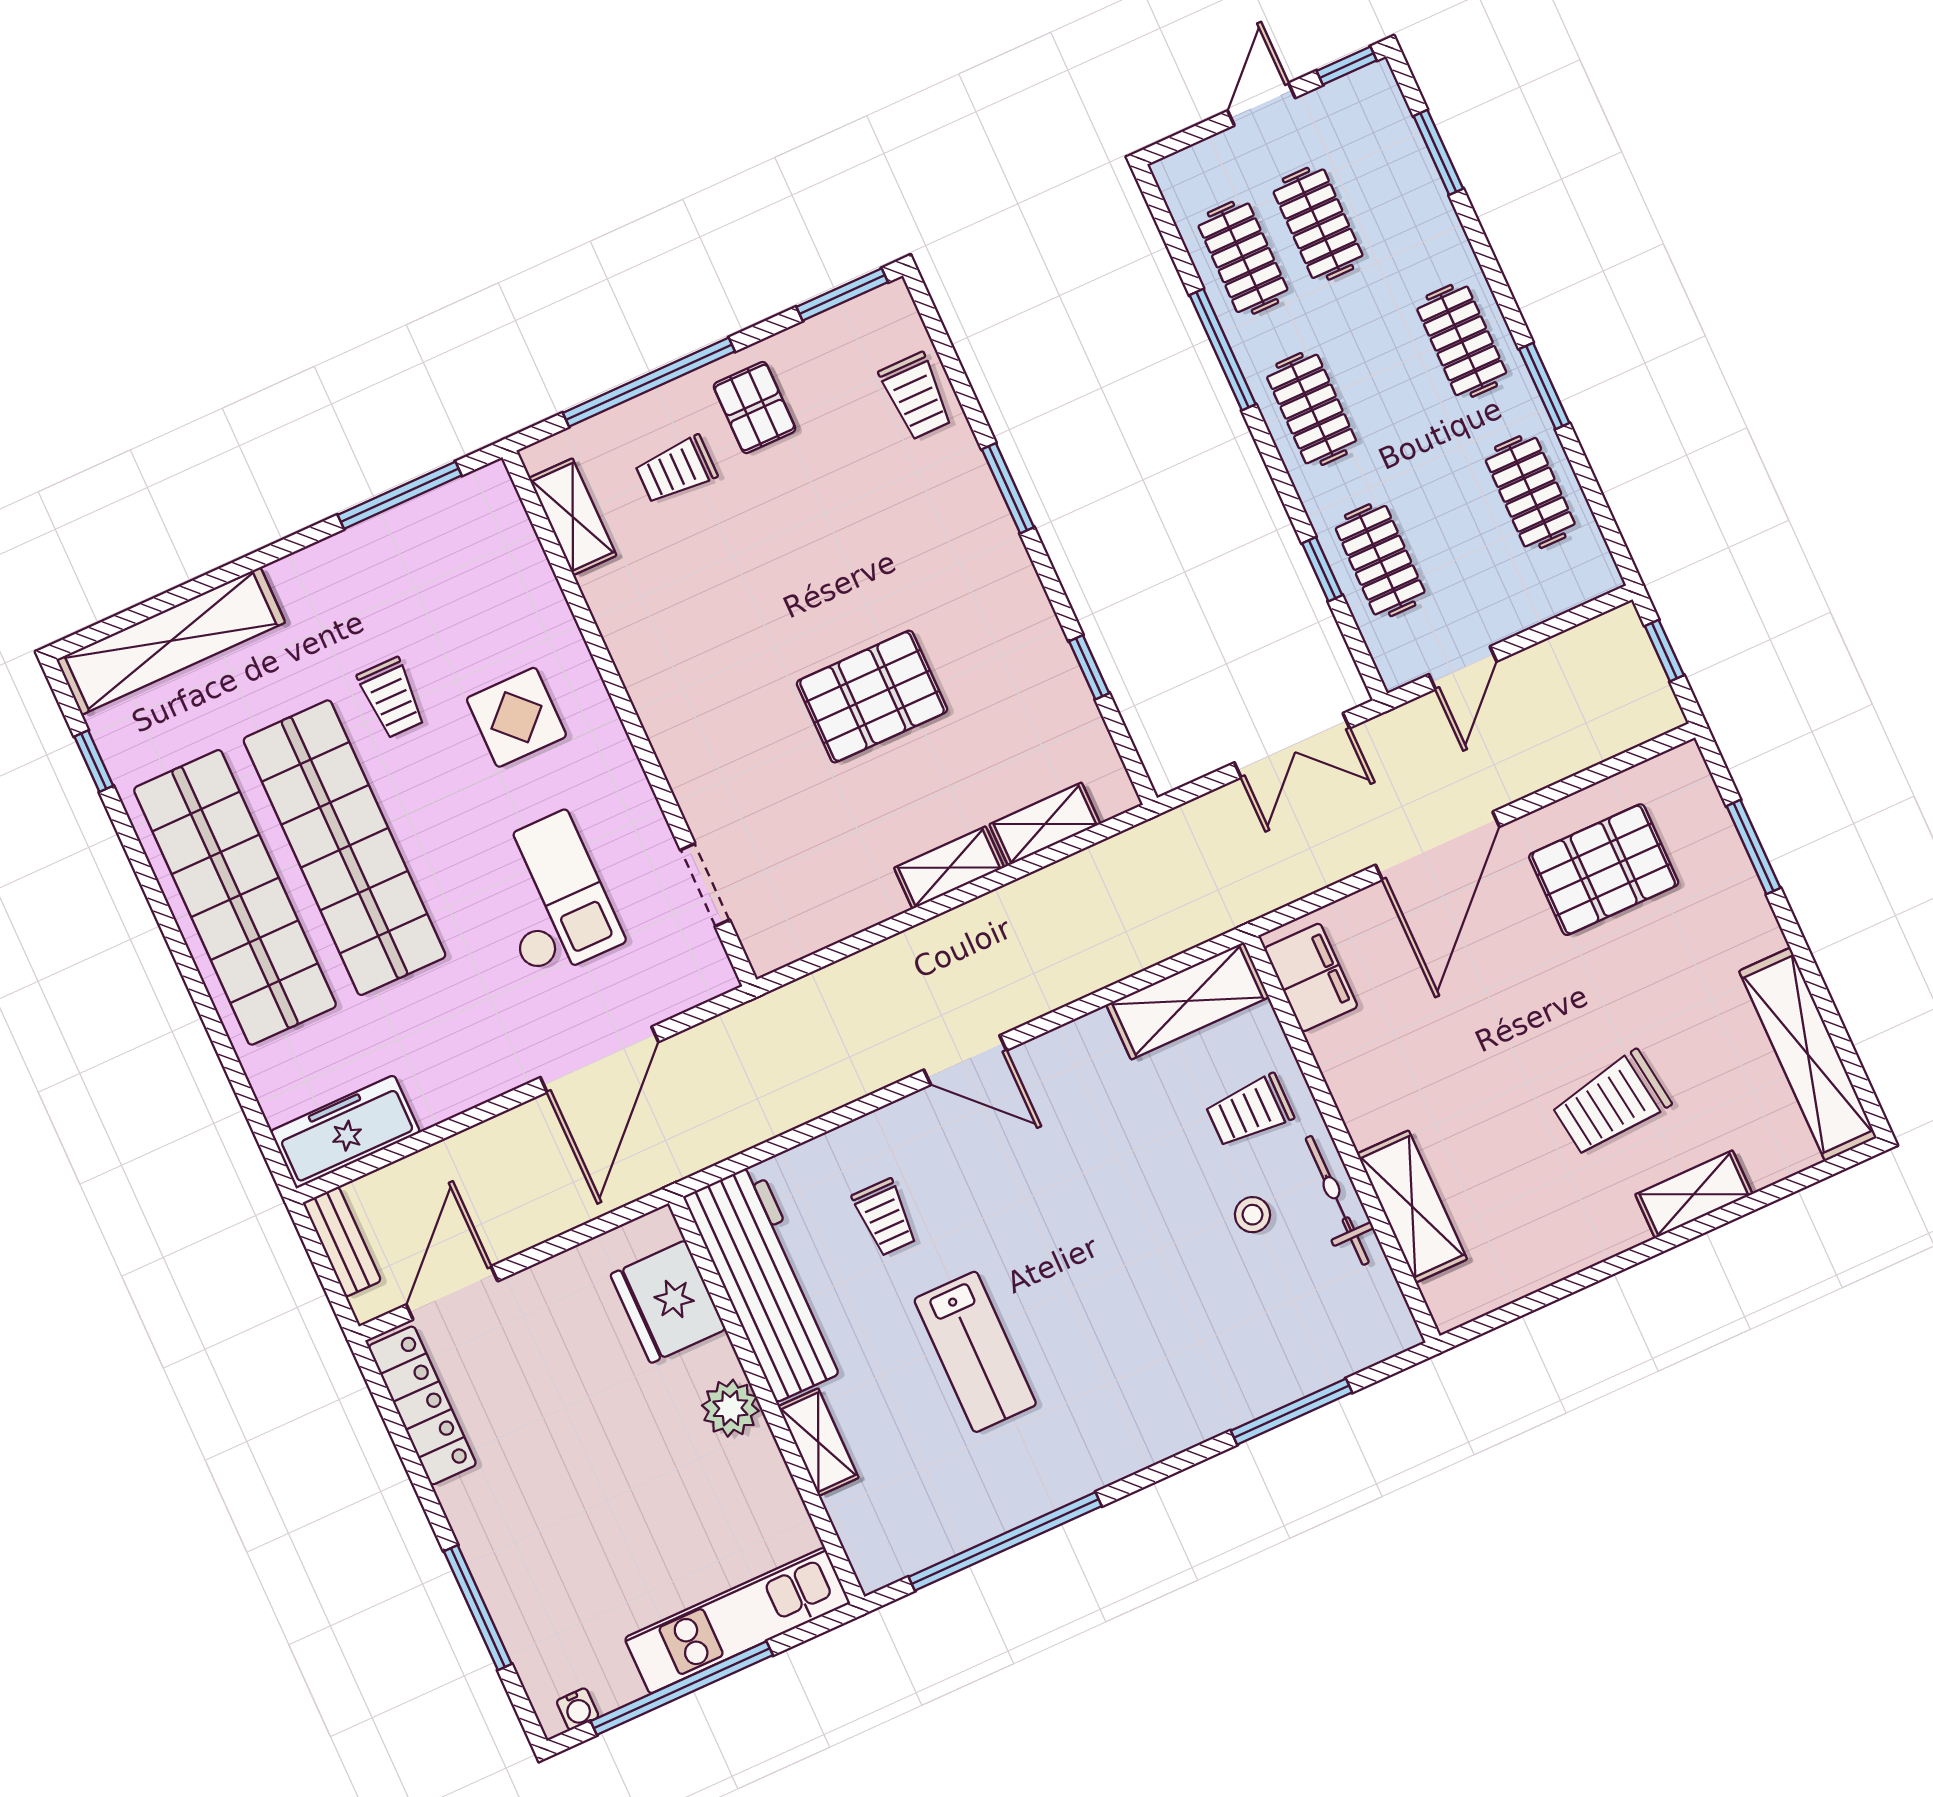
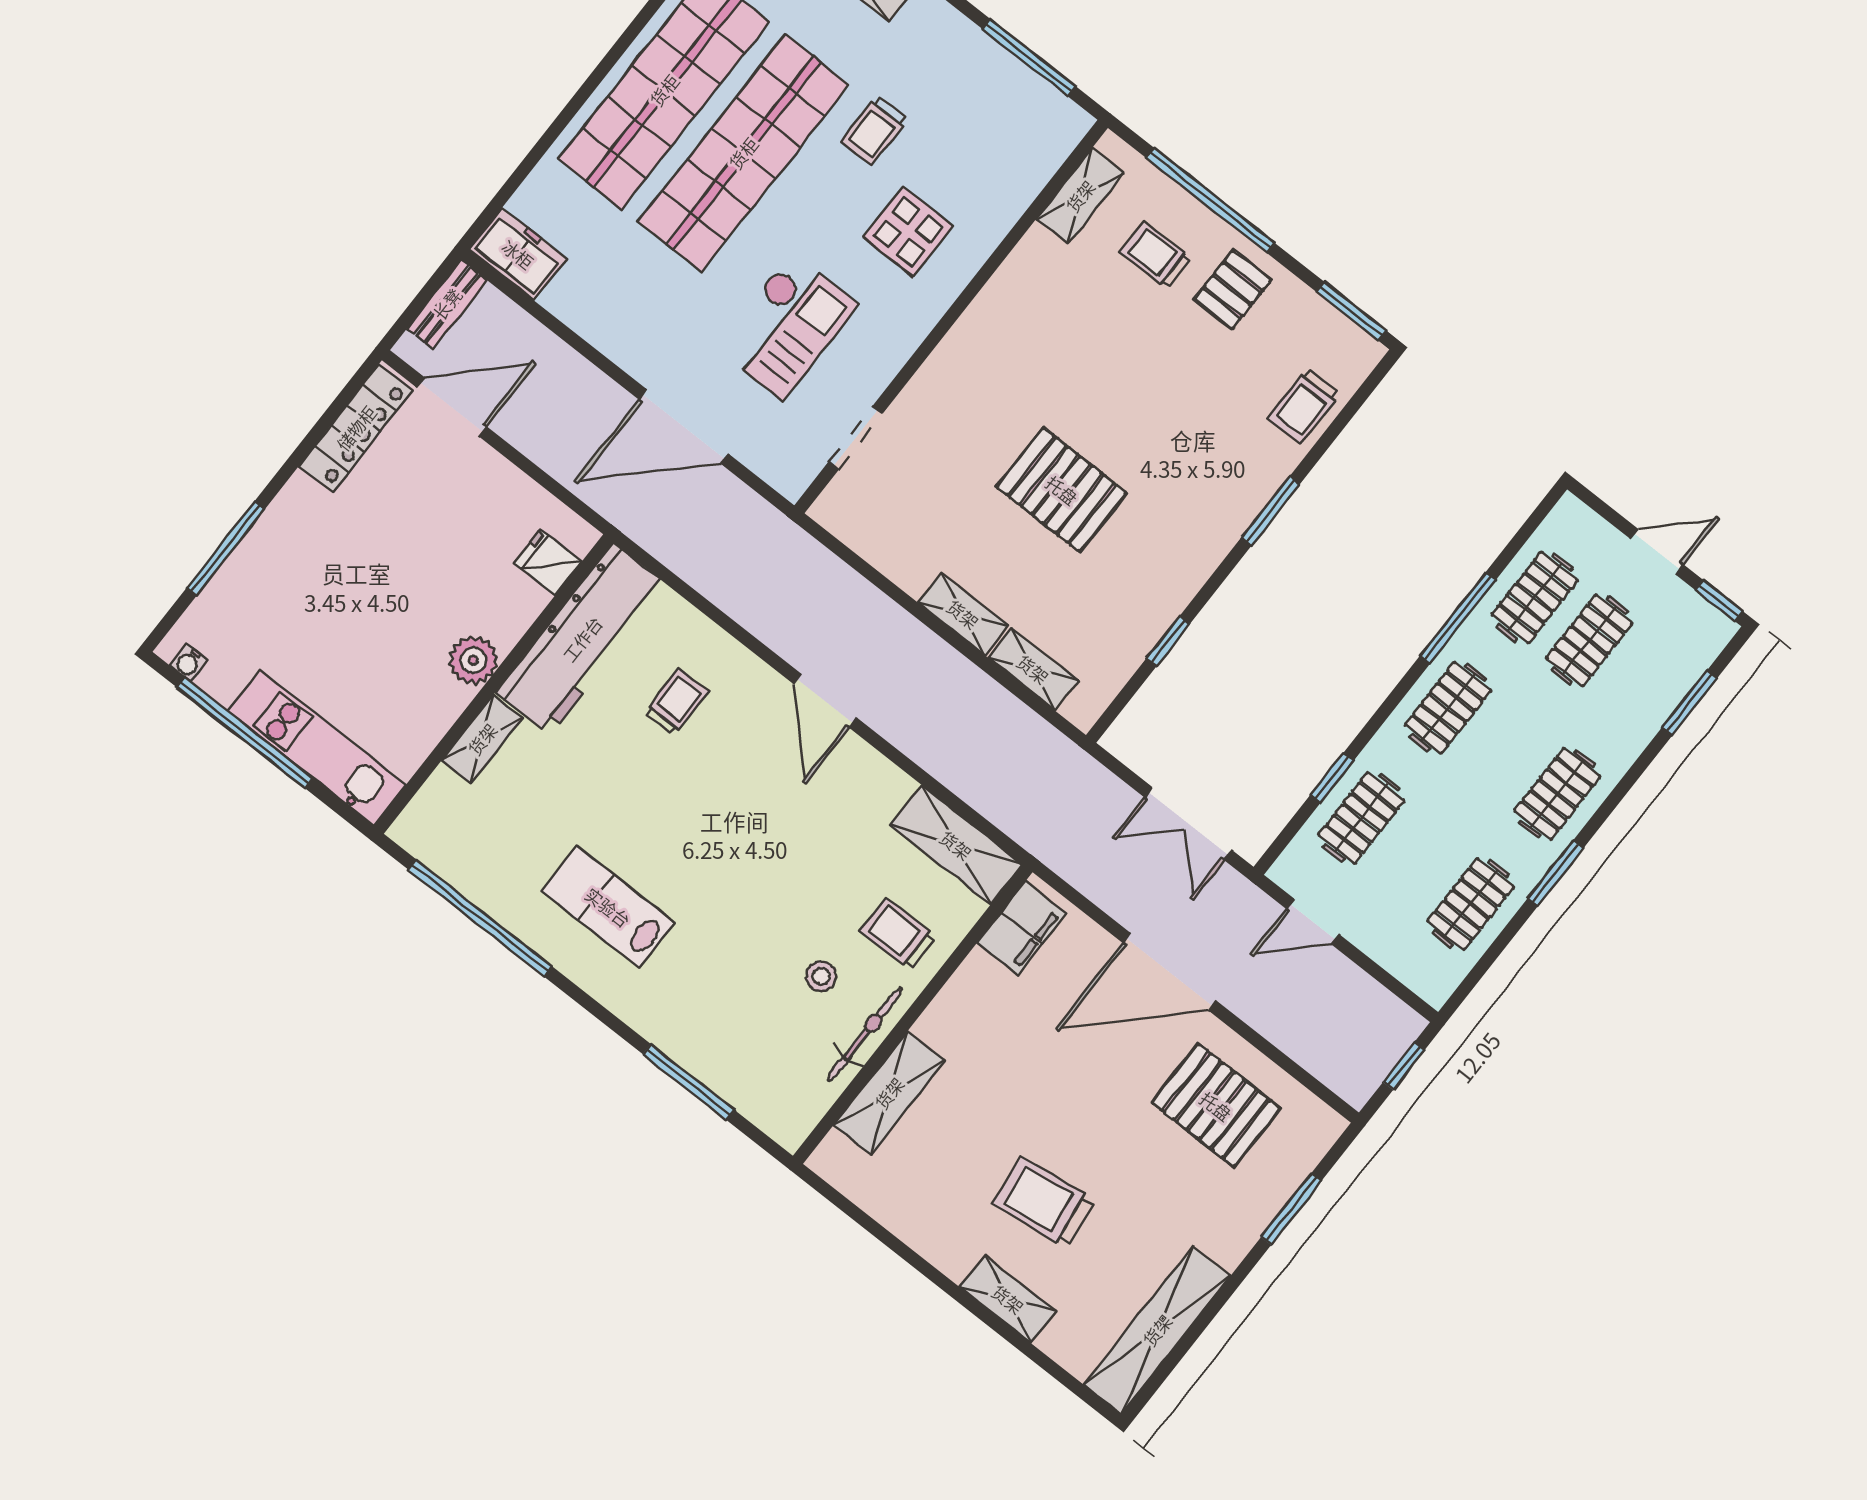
freezer: (345, 1132) -> (518, 254), width x0.71
trolley: (885, 1217) -> (676, 702), turned 180
fridge: (668, 1302) -> (548, 562), width x0.53, depth x0.75
lab bench: (975, 1352) -> (608, 907), moved, turned 90

